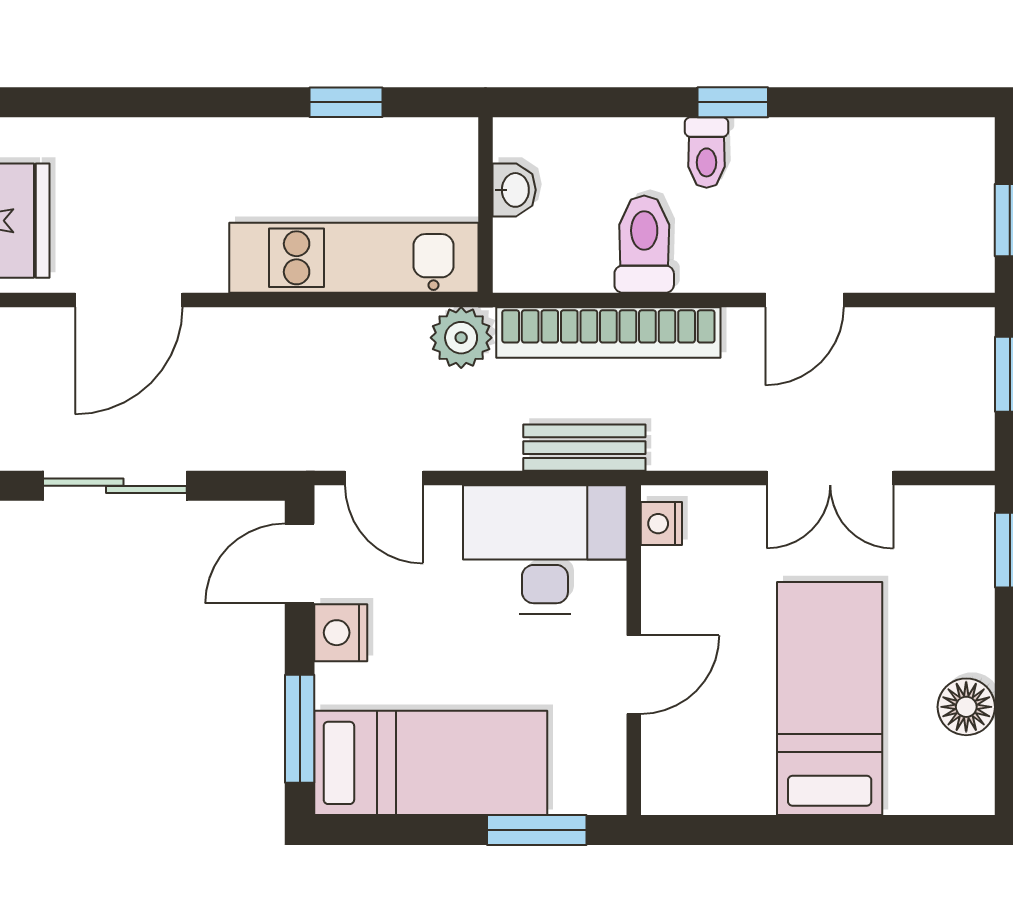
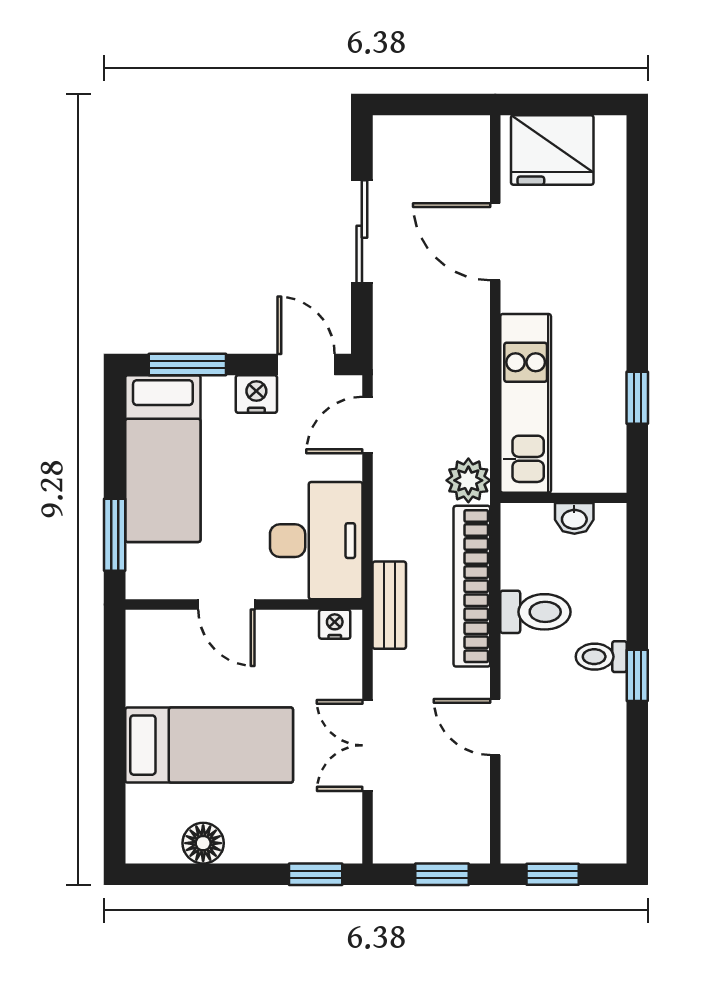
bench: (584, 448) -> (389, 605), moved

